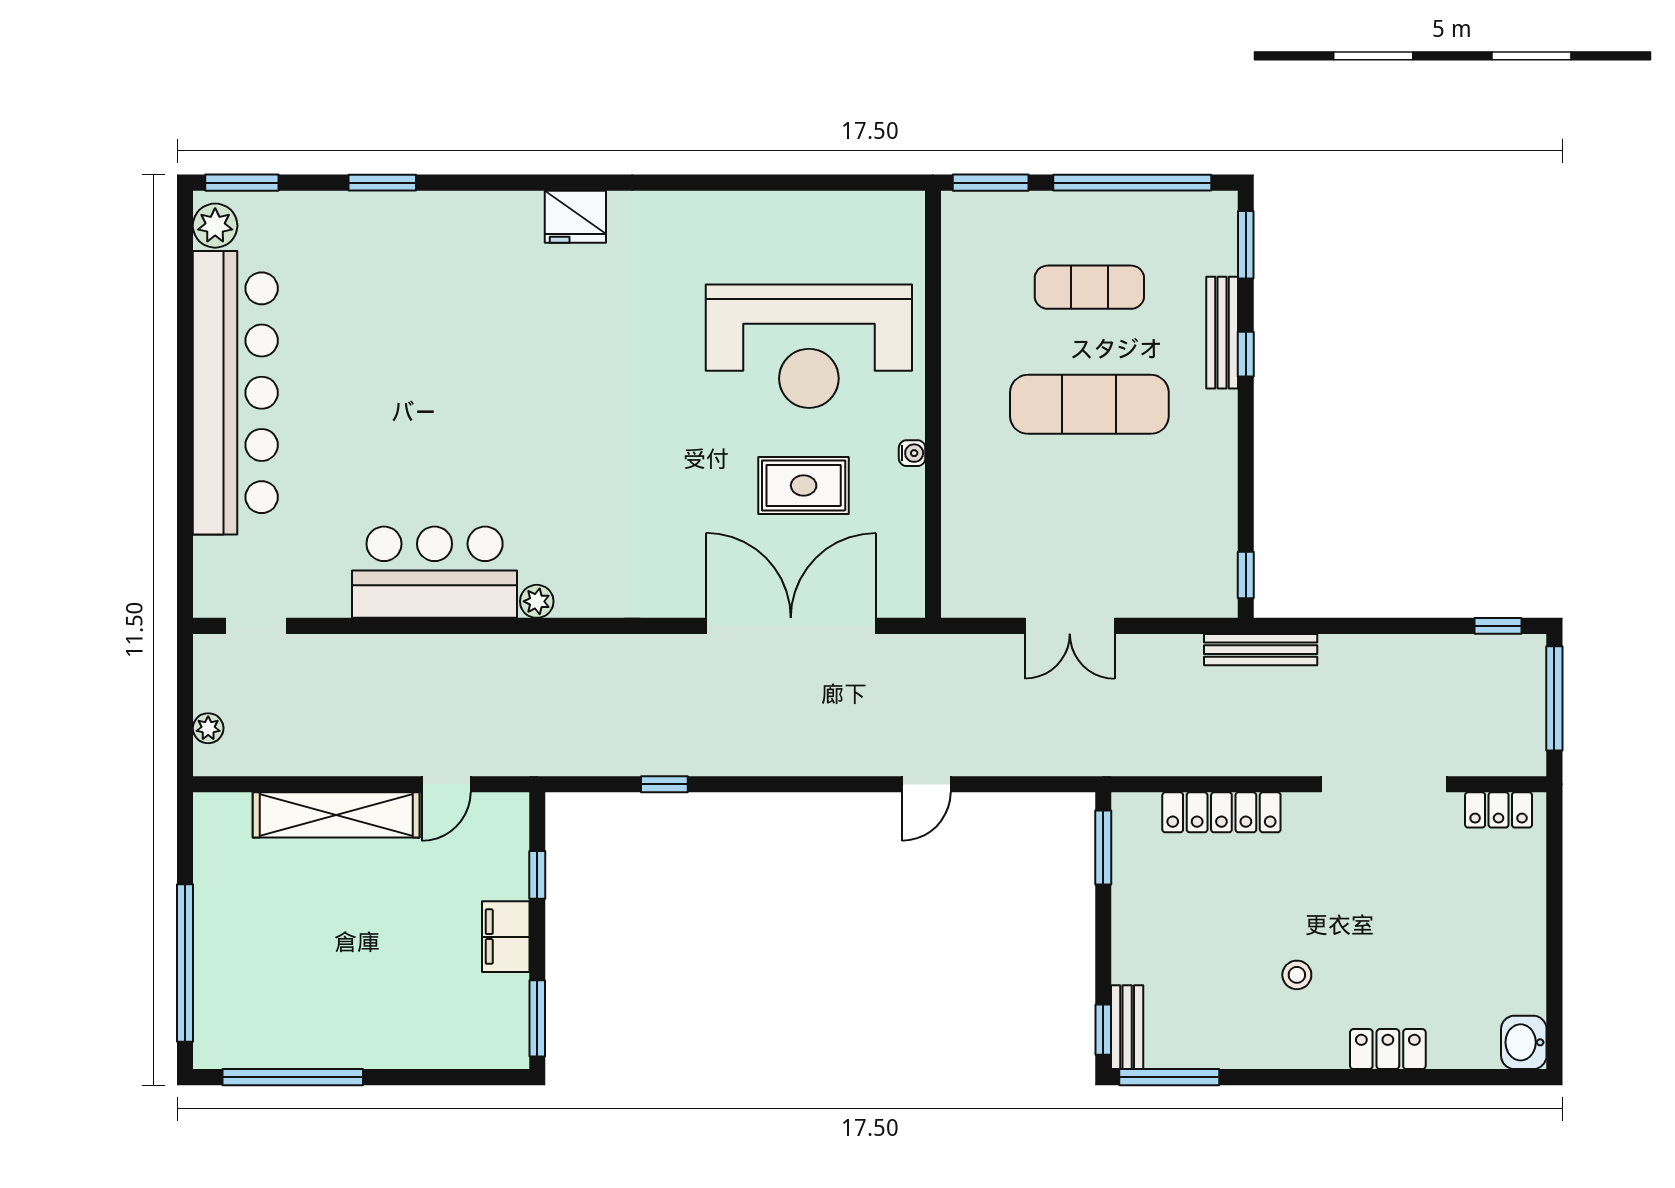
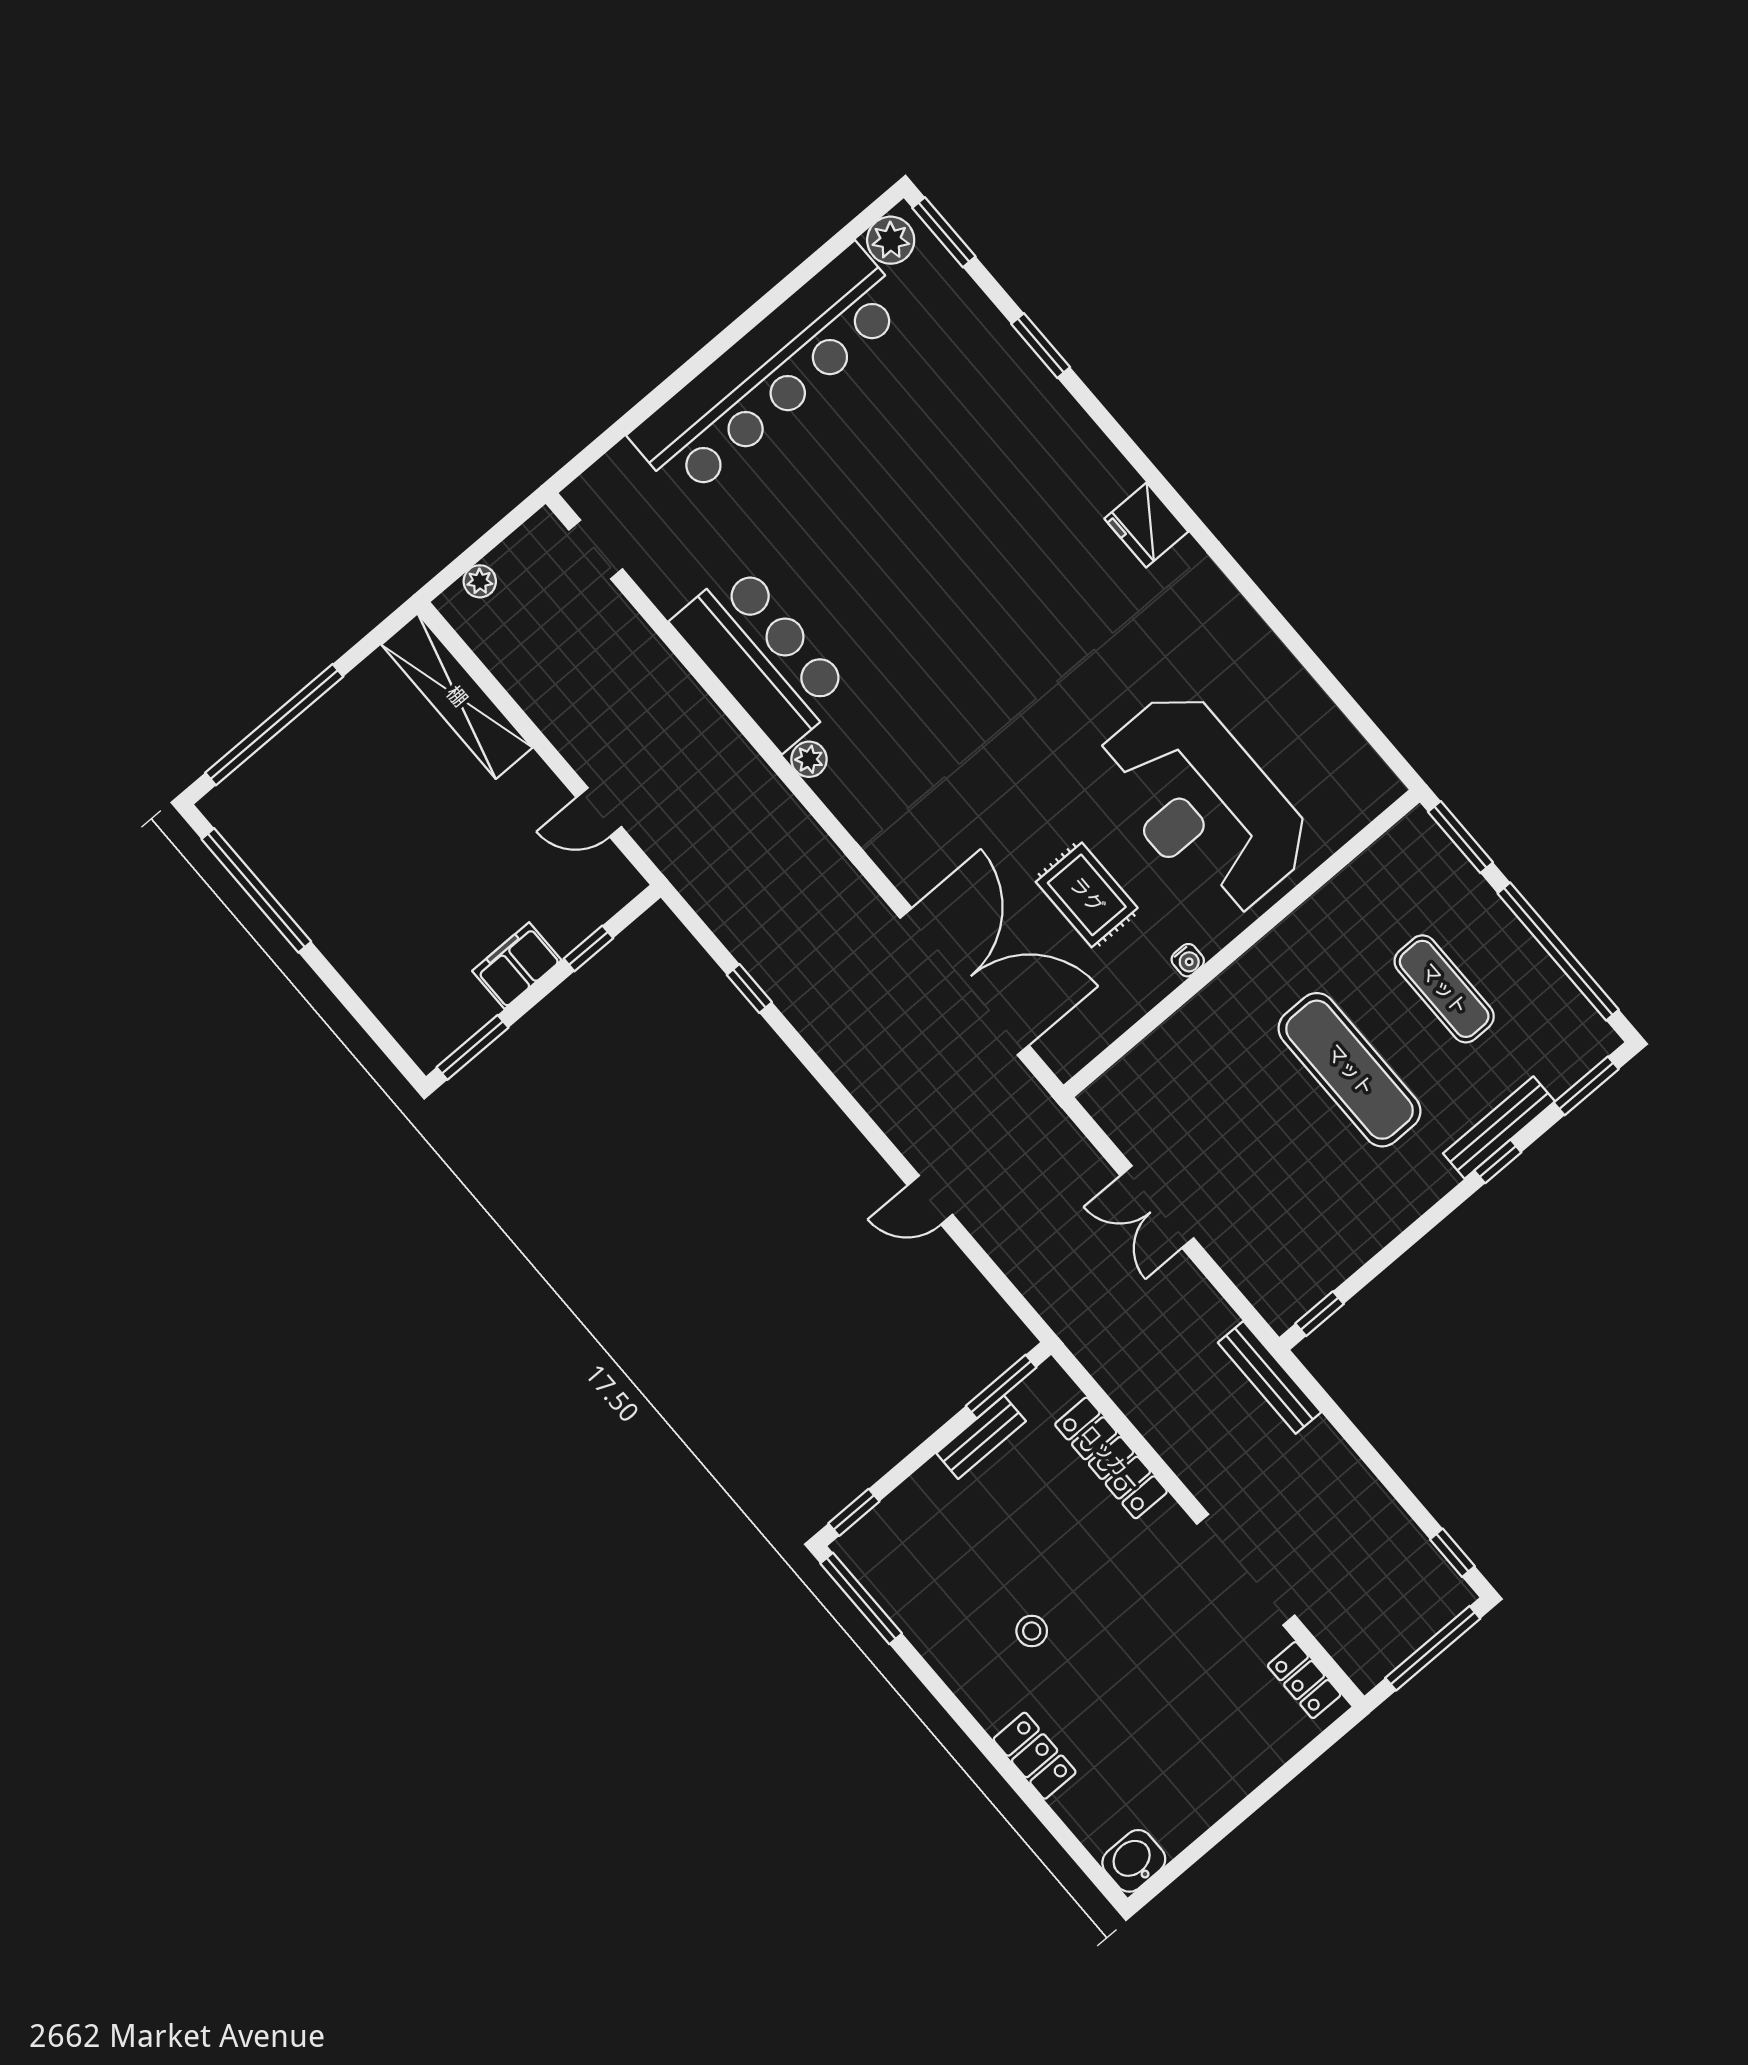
shelving: (336, 815) -> (457, 696), moved
bench: (1127, 1027) -> (981, 1437), moved

